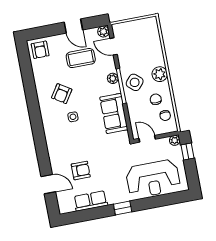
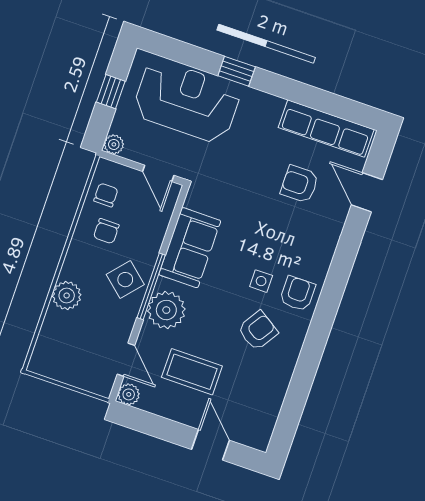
door: (73, 26) -> (211, 445), moved
armchair: (40, 50) -> (297, 294), moved
plant: (160, 74) -> (67, 296), moved
plant: (113, 78) -> (166, 310), width x1.88, depth x1.88
window: (187, 152) -> (111, 92), moved
row of seats: (91, 201) -> (326, 129), width x1.48
window: (123, 208) -> (237, 71), moved

